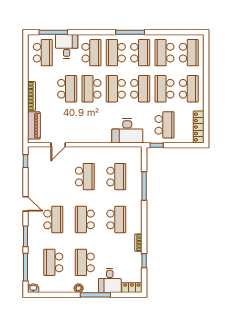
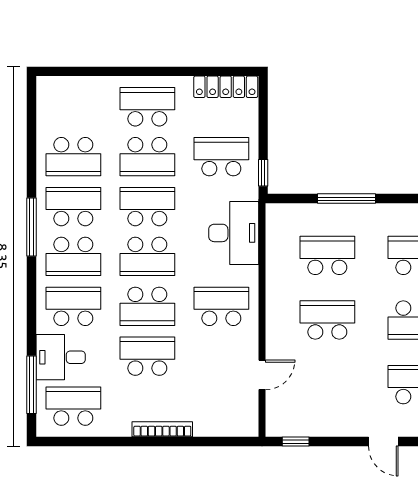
school desk: (189, 53) -> (221, 306), moved
piano: (34, 125) -> (222, 424), removed
door: (58, 145) -> (262, 375), hinge flipped
door: (26, 204) -> (383, 442), swing flipped

